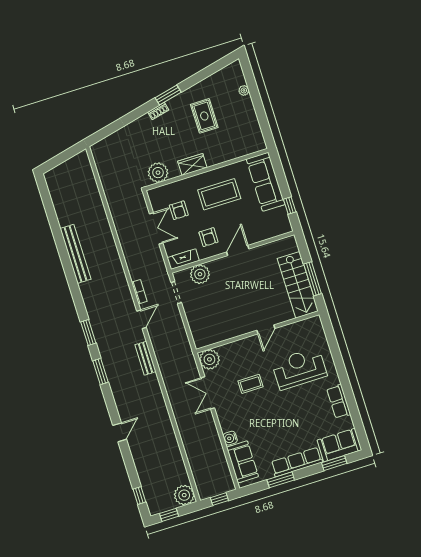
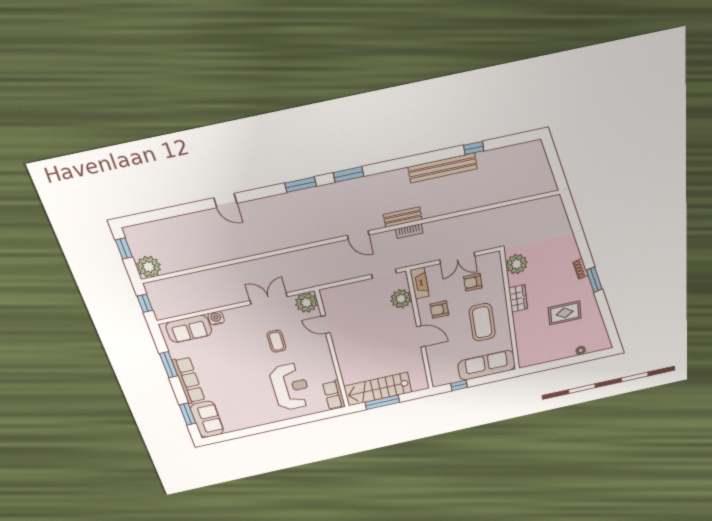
bookcase: (139, 292) -> (409, 231), moved
door: (266, 329) -> (326, 325), moved
bench: (145, 358) -> (403, 217), moved
row of seats: (339, 401) -> (334, 395), moved, turned -90
window: (139, 496) -> (474, 148), moved

